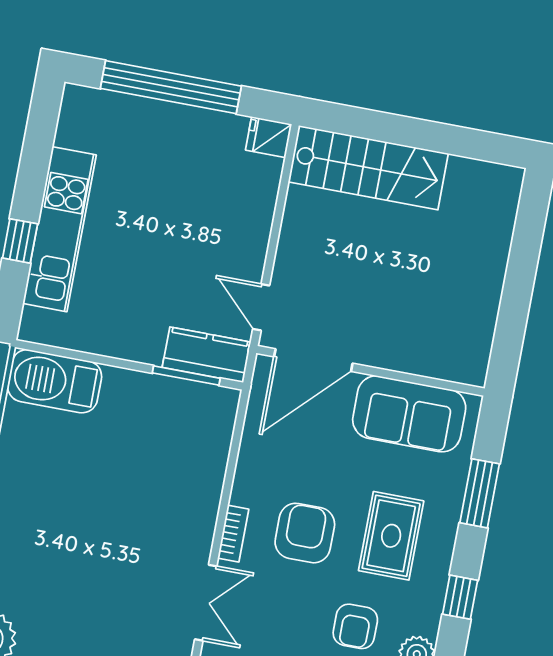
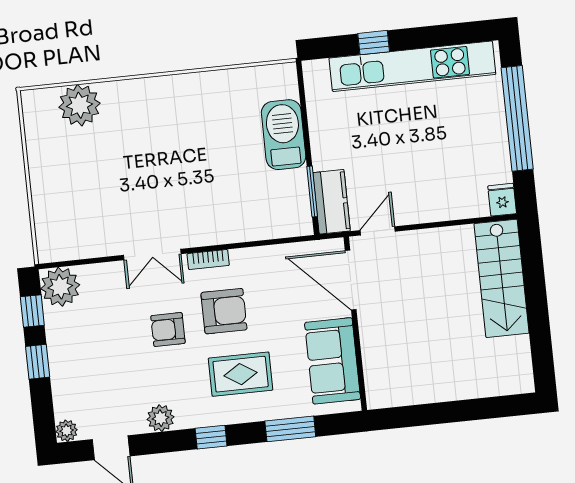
kitchen unit: (59, 229) -> (412, 66), width x1.36
barbecue: (55, 381) -> (284, 135), moved
armchair: (355, 626) -> (168, 330), moved

